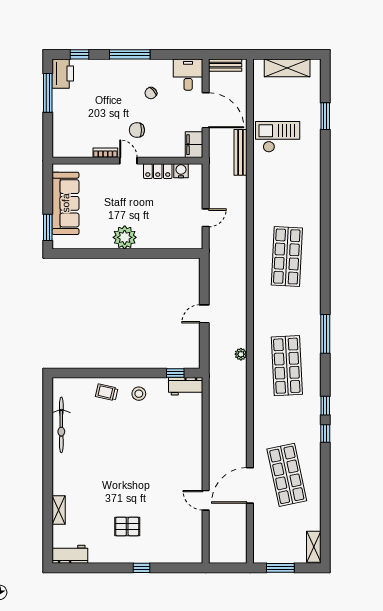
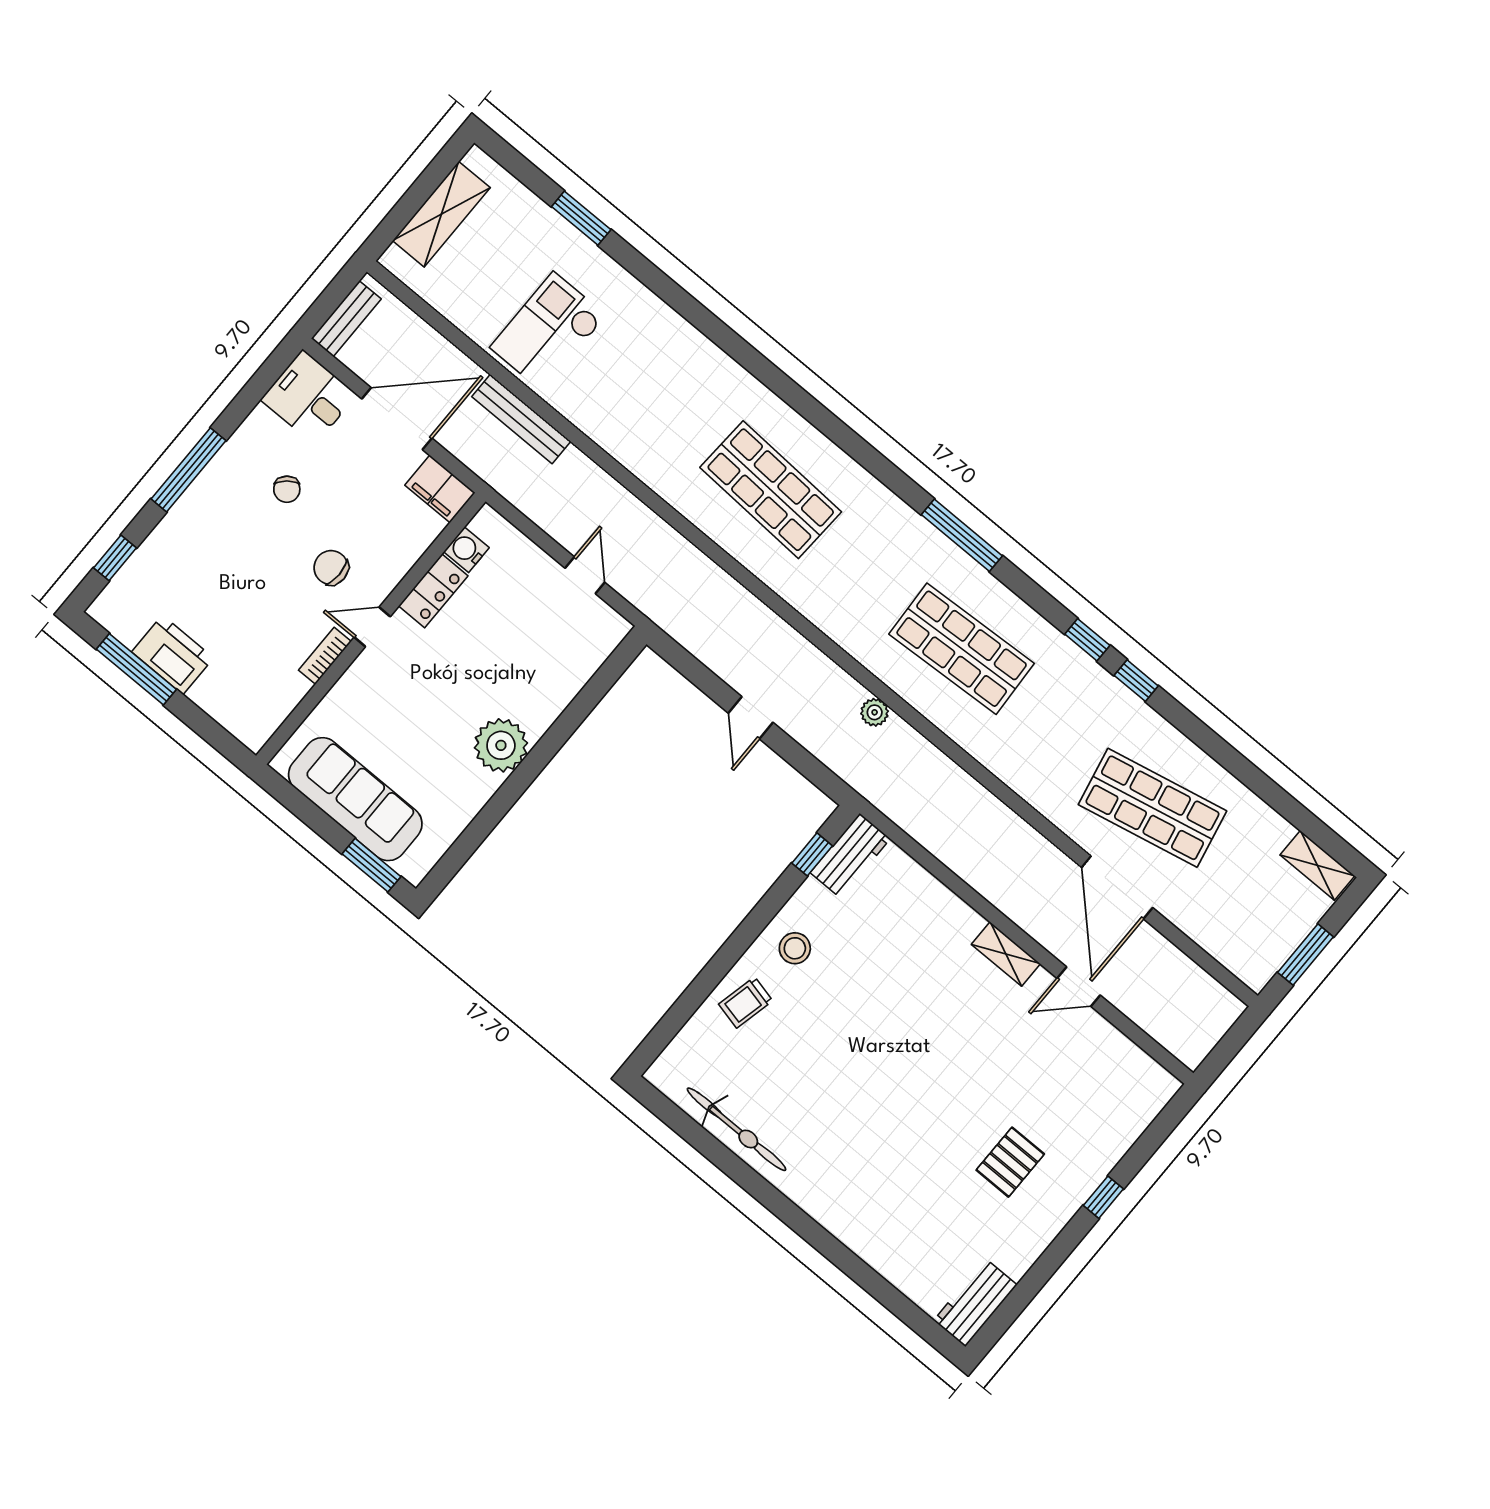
printer: (63, 74) -> (173, 655), moved
chair: (137, 130) -> (331, 568), turned 90
shelving: (59, 510) -> (1006, 954), moved

